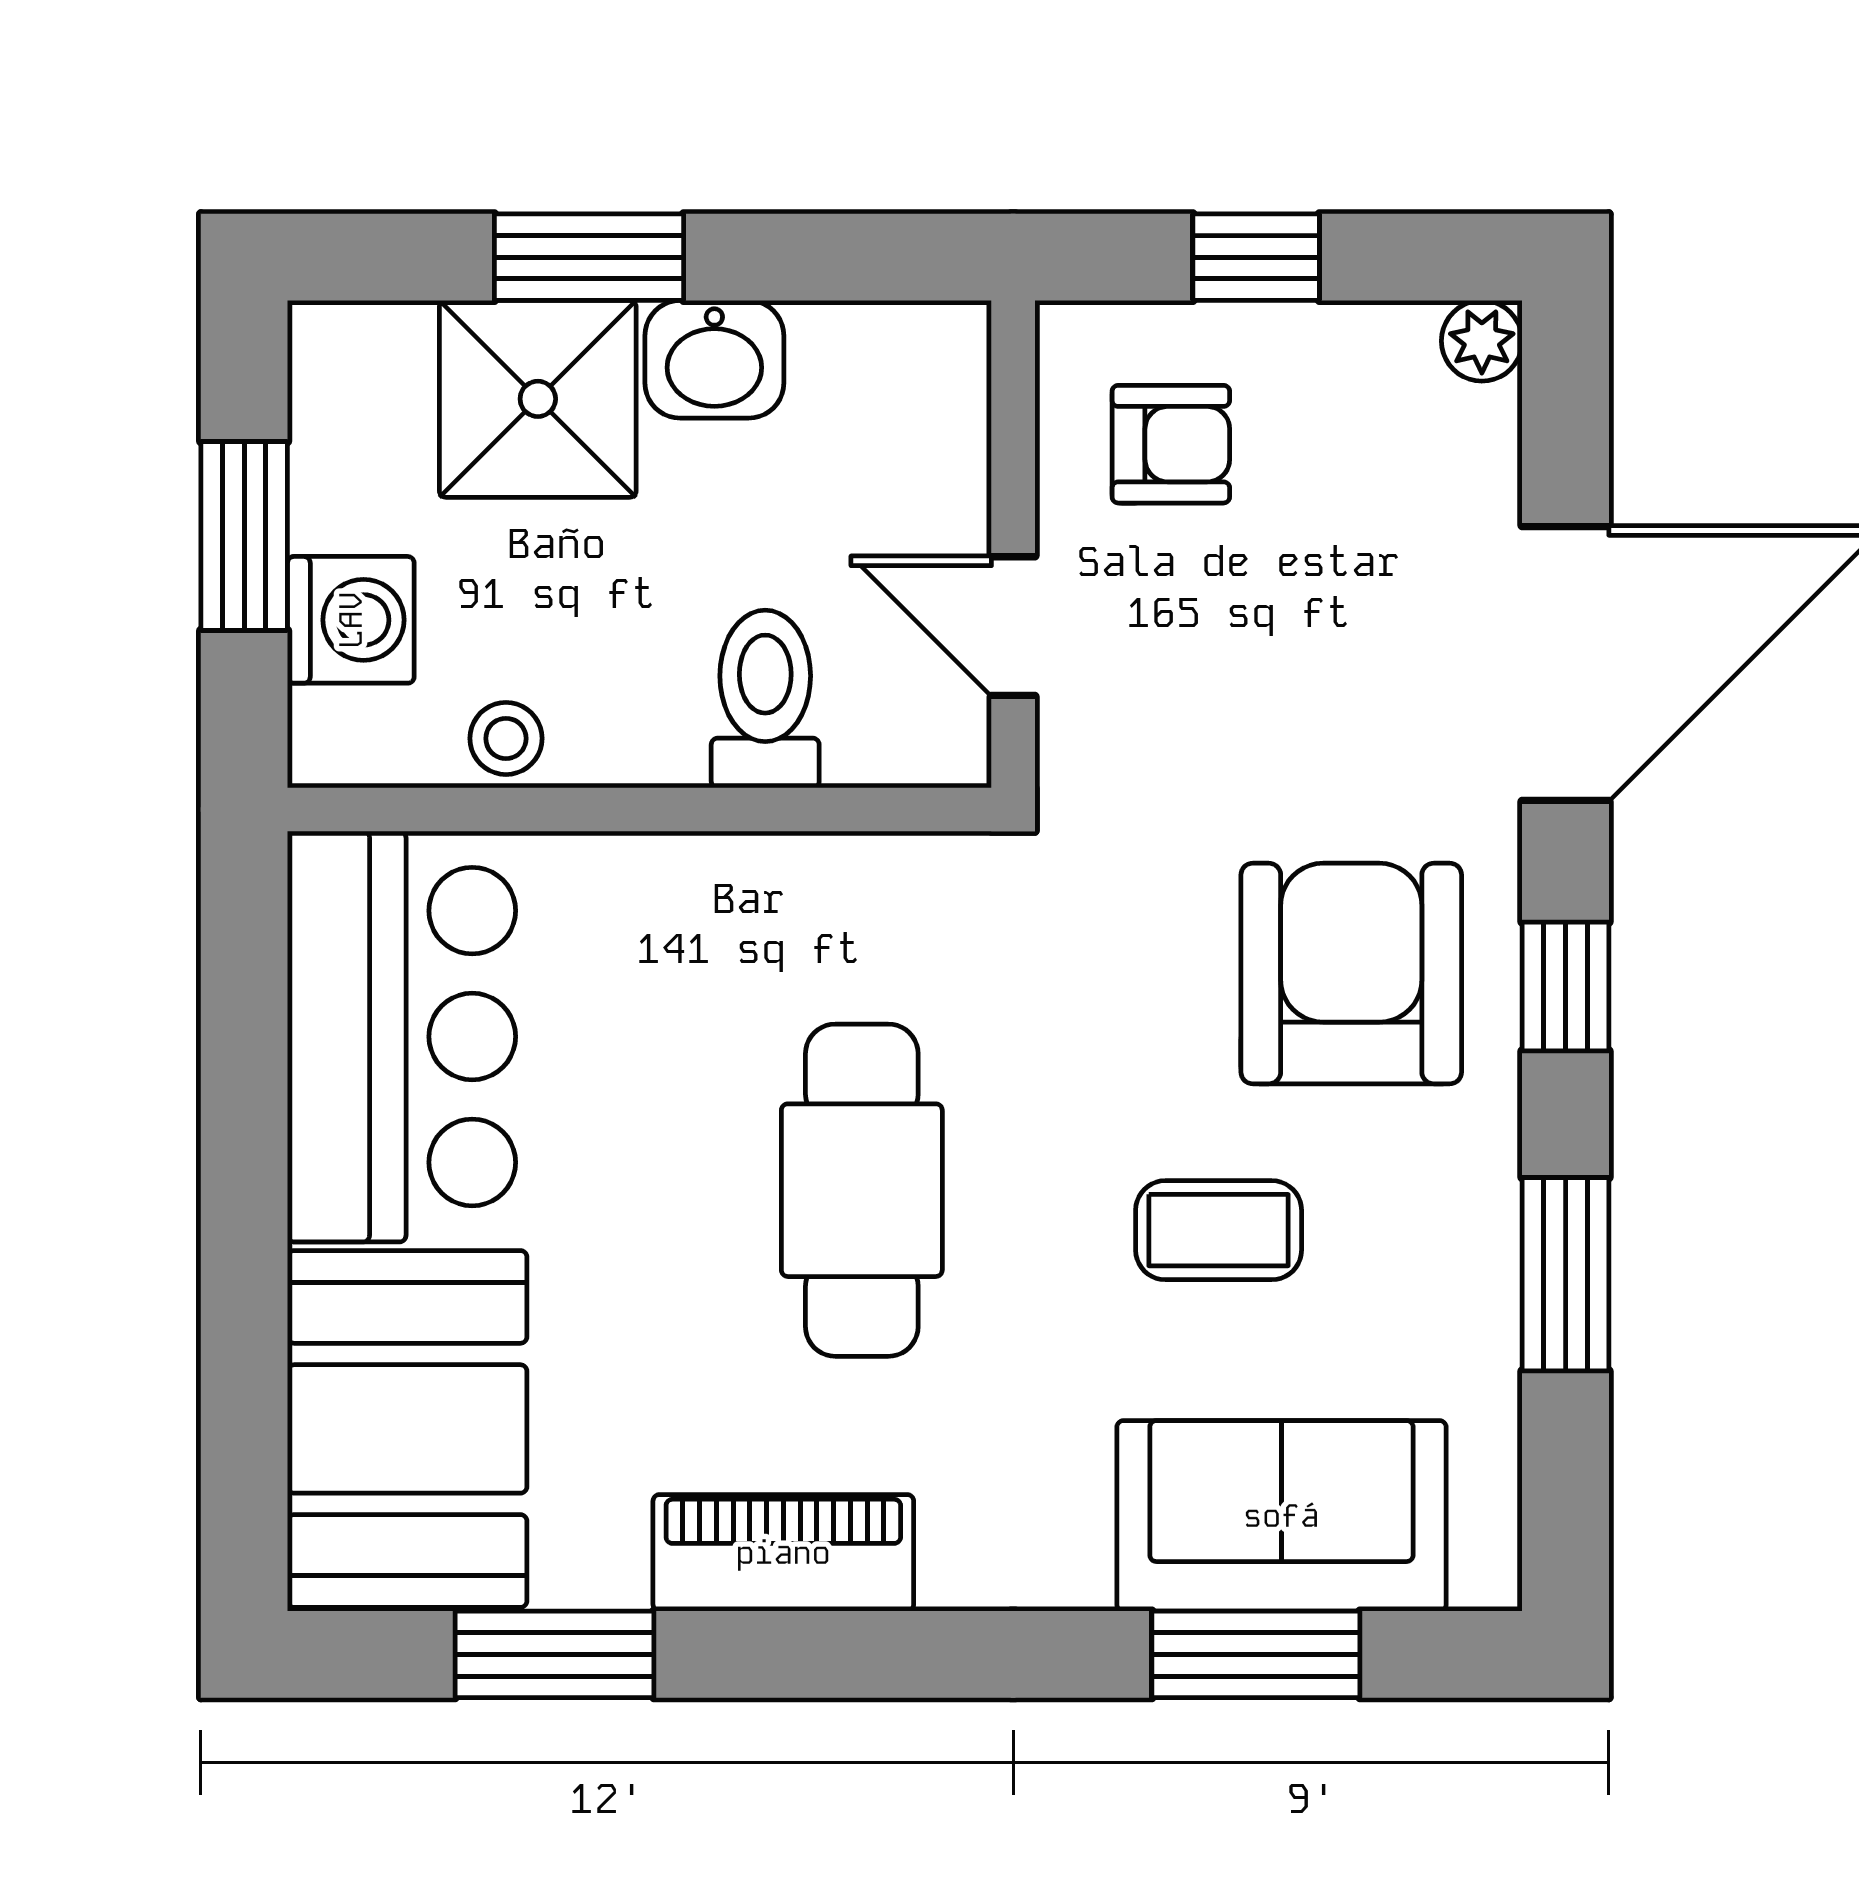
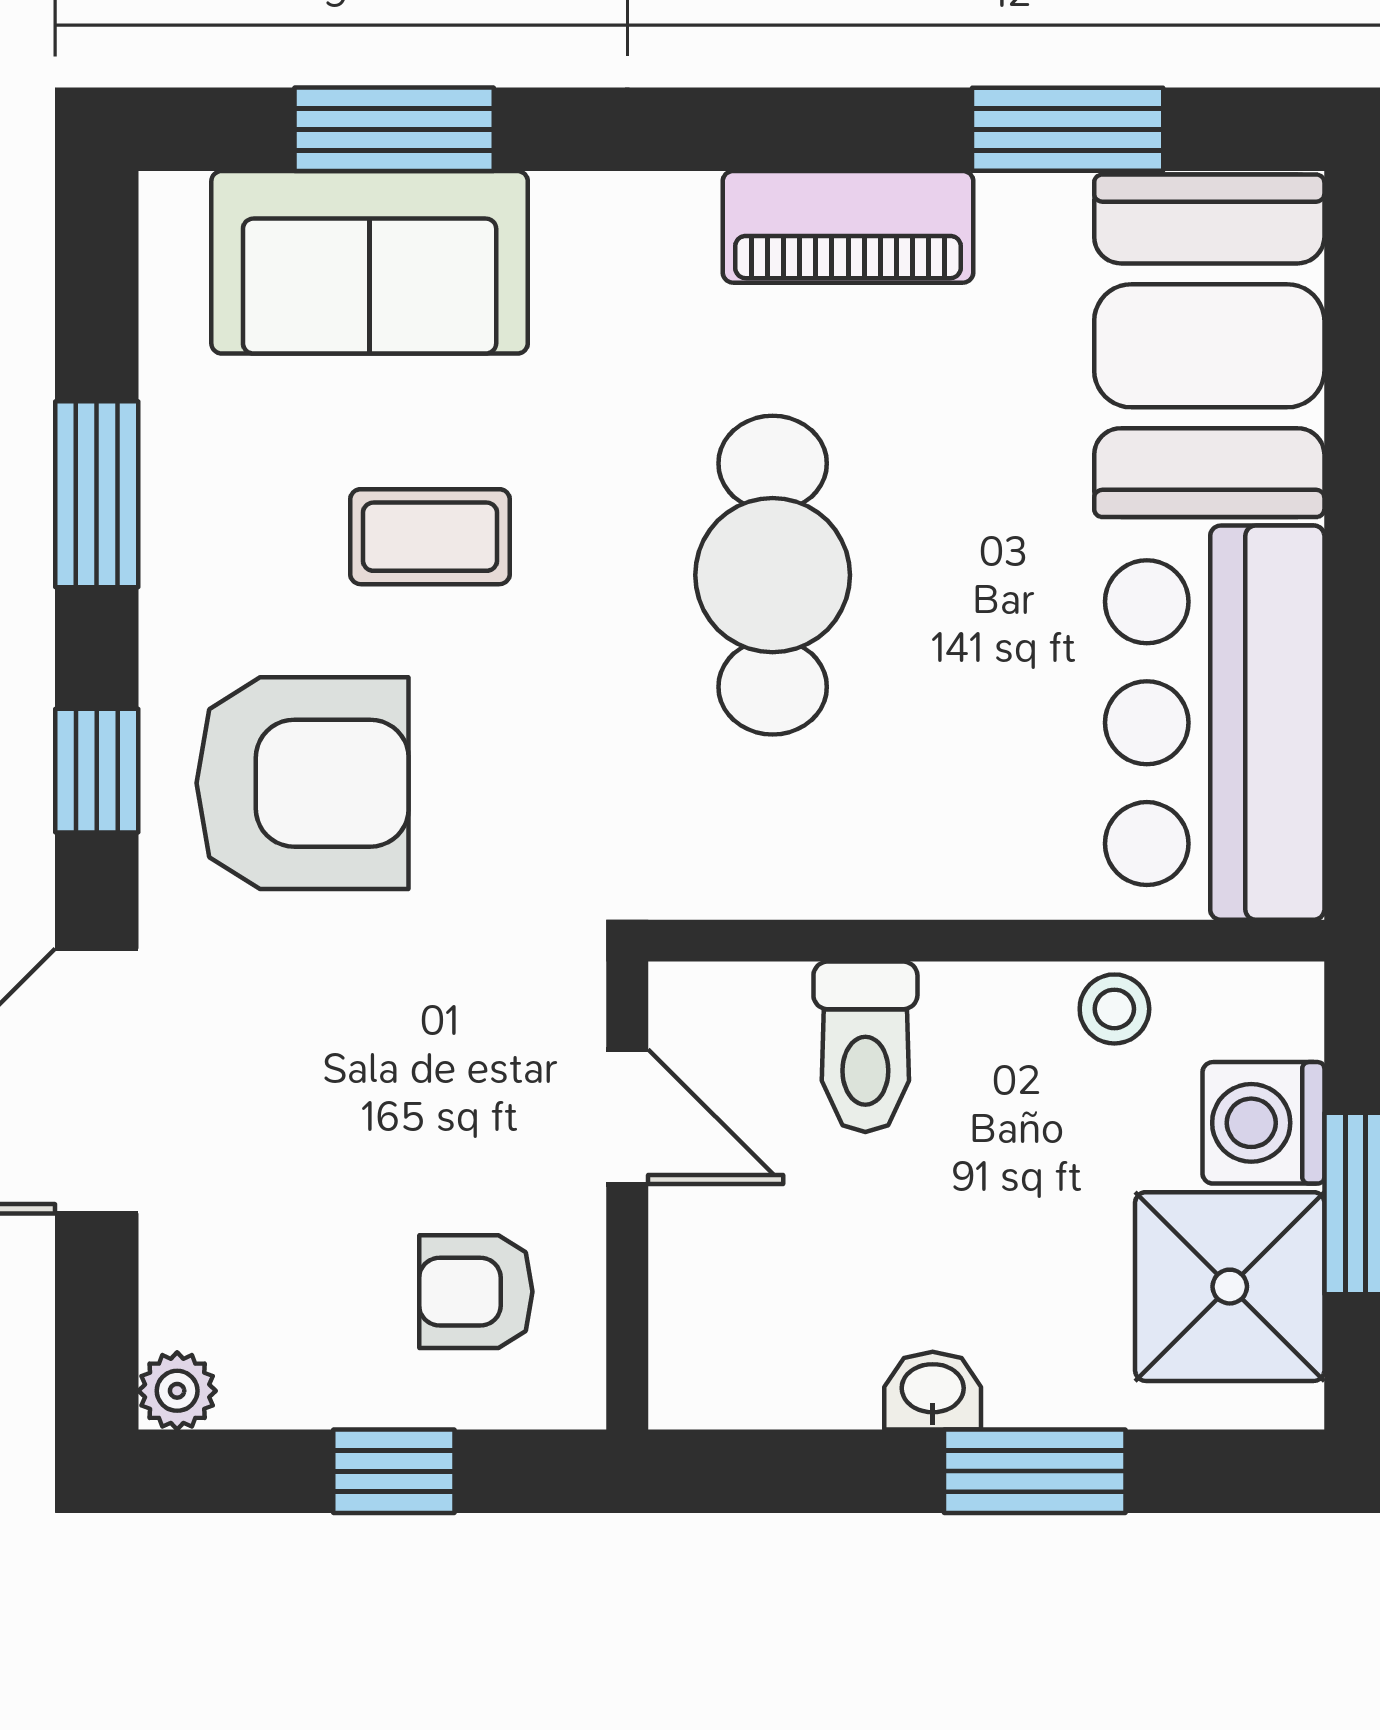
washbasin: (714, 359) -> (933, 1391), width x0.72, depth x0.69
shower: (538, 399) -> (1230, 1287), moved
armchair: (1351, 974) -> (303, 783), turned -90

